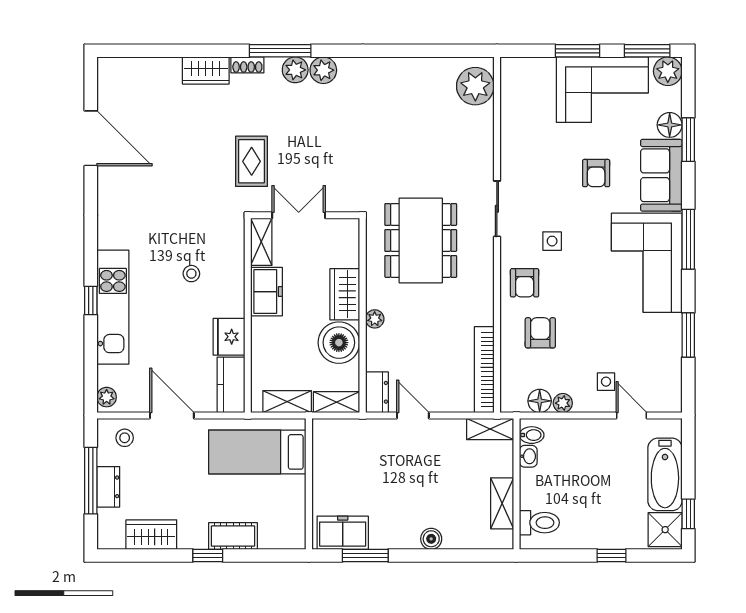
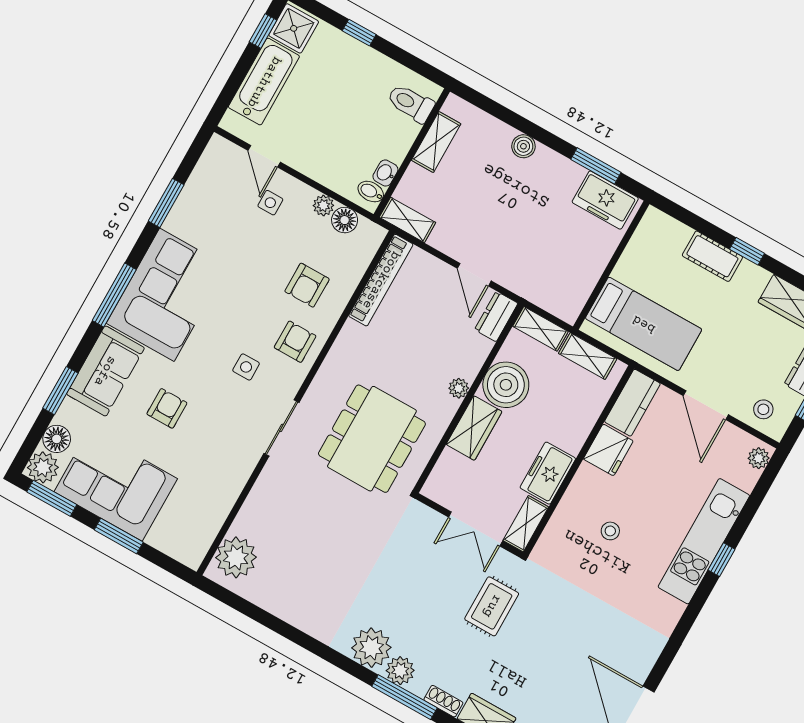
plant: (323, 70) -> (371, 648), width x1.36, depth x1.36
floor lamp: (670, 125) -> (57, 439), moved

